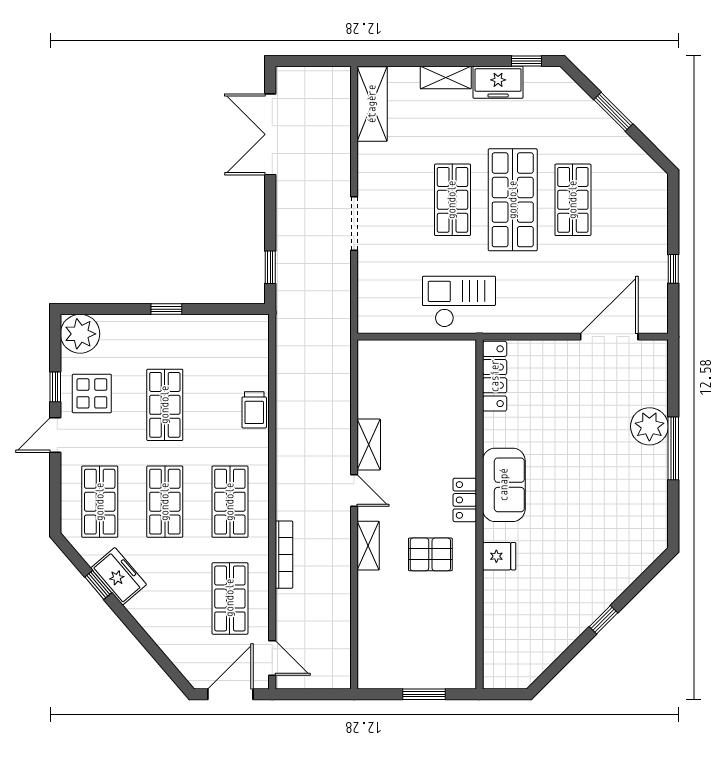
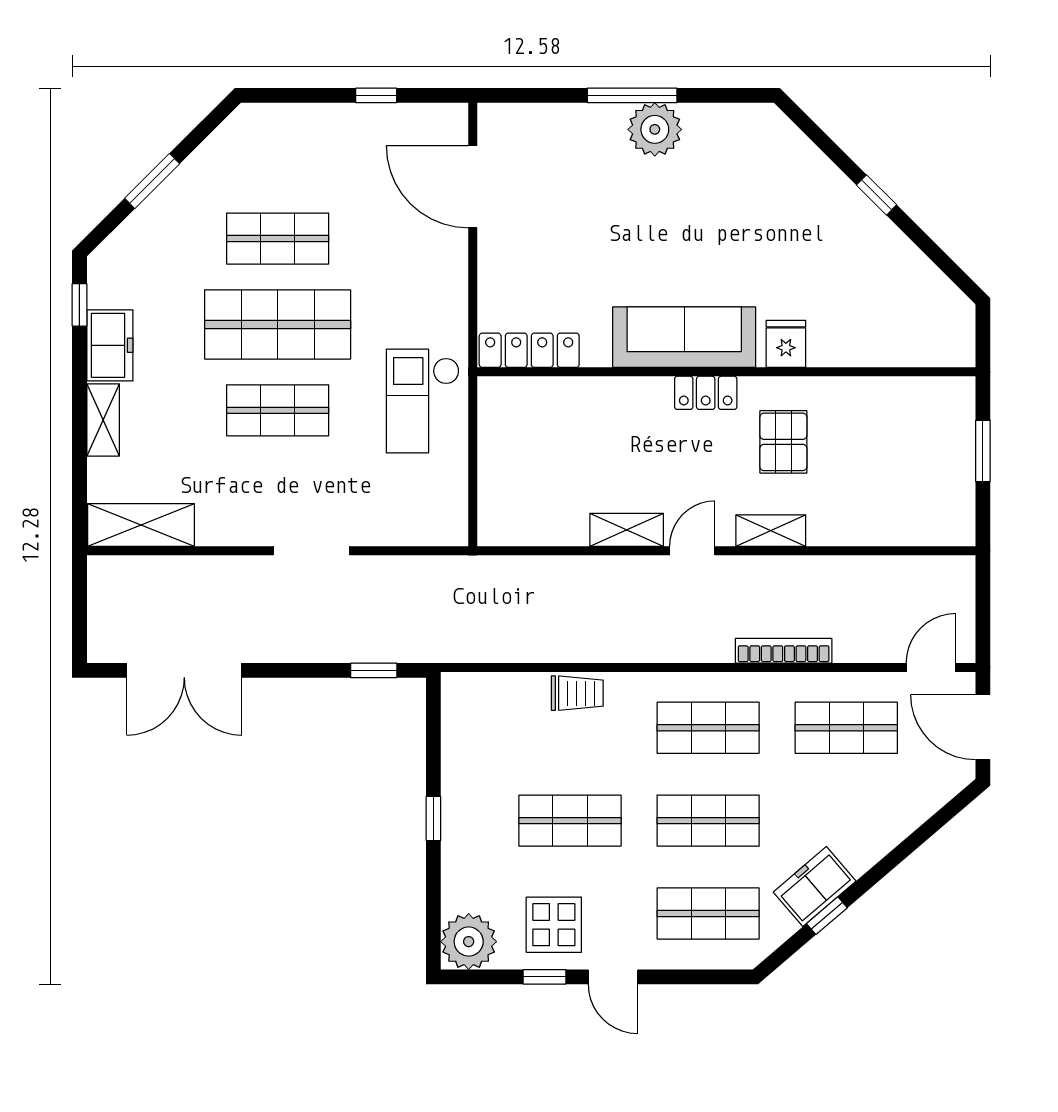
plant: (649, 426) -> (655, 129), moved
sofa: (504, 485) -> (684, 337), width x1.36

